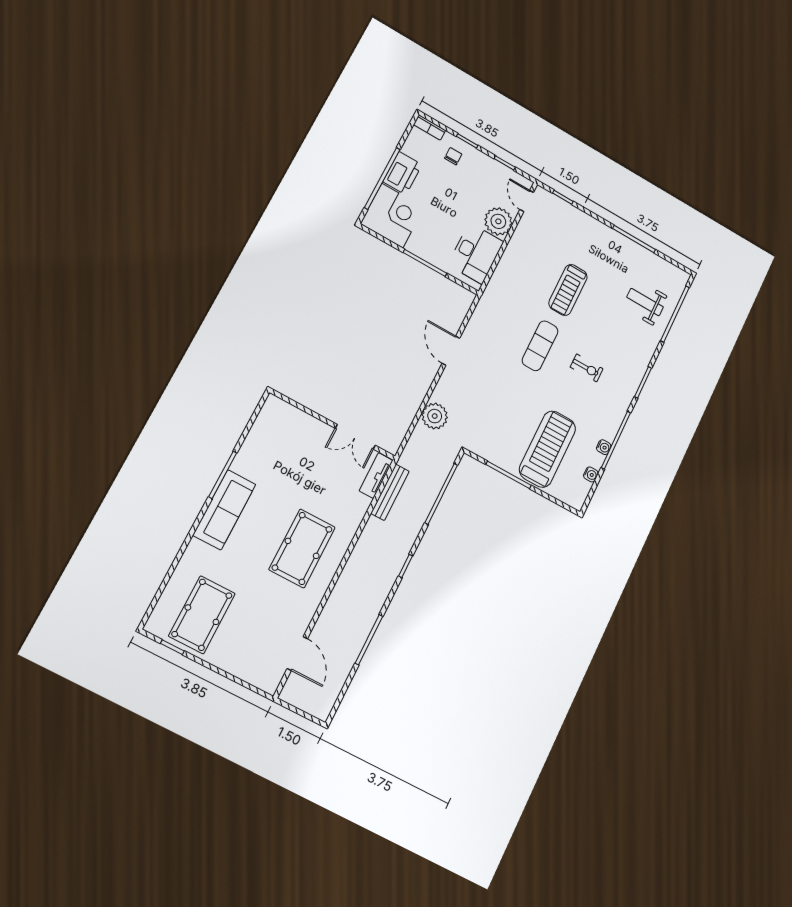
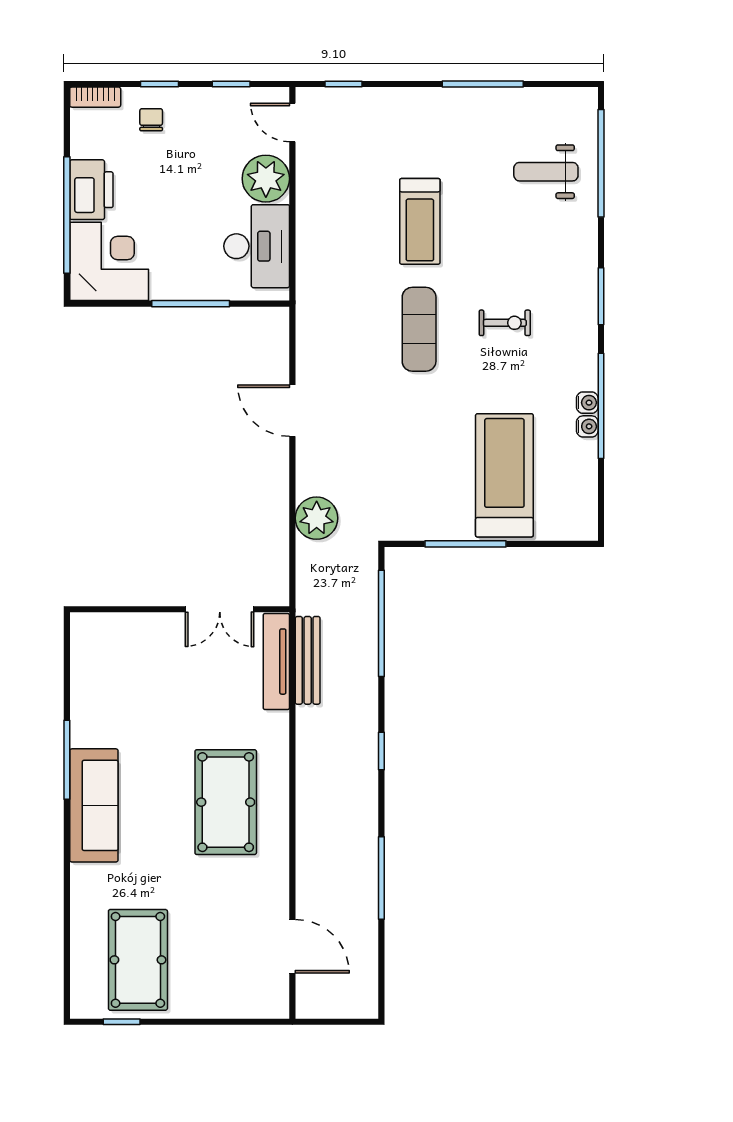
water cooler: (591, 474) -> (587, 403), moved
tv unit: (376, 476) -> (276, 662), width x1.41

